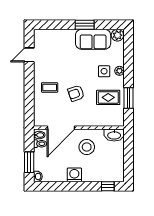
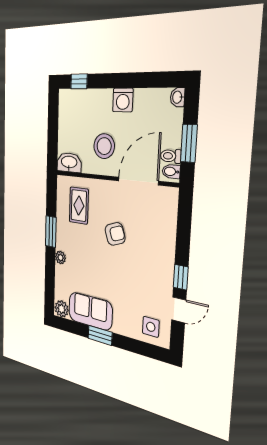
side table: (104, 71) -> (151, 327), moved
window: (29, 75) -> (181, 277), added
coffee table: (50, 87) -> (151, 250), removed
rug: (108, 97) -> (79, 206), moved, turned 90
window: (129, 98) -> (51, 232), moved
window: (29, 162) -> (189, 143), moved

